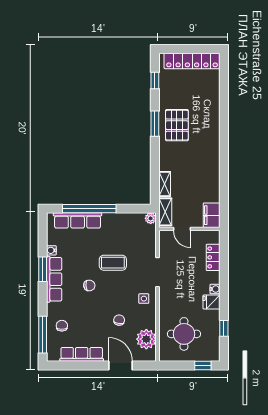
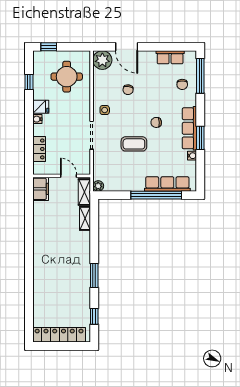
pallet: (177, 125) -> (73, 274), removed
plant: (146, 339) -> (102, 60), moved
row of seats: (82, 354) -> (170, 57), width x0.68

